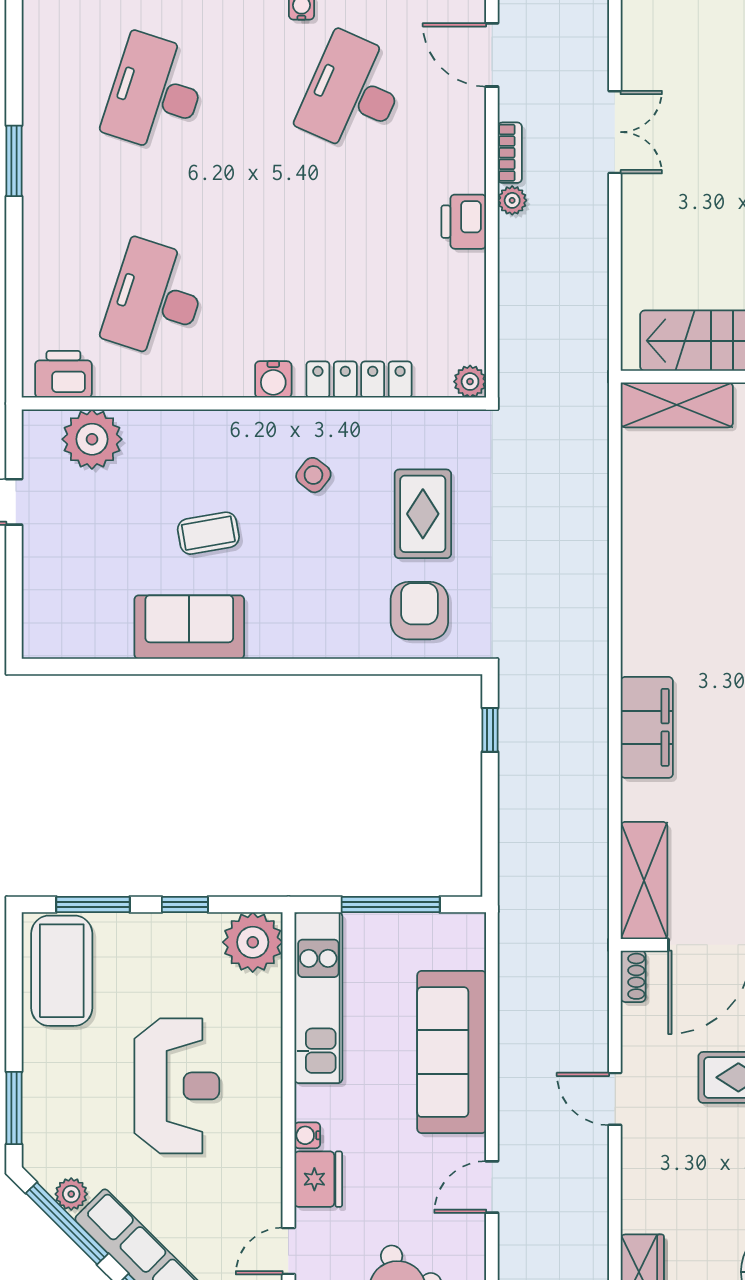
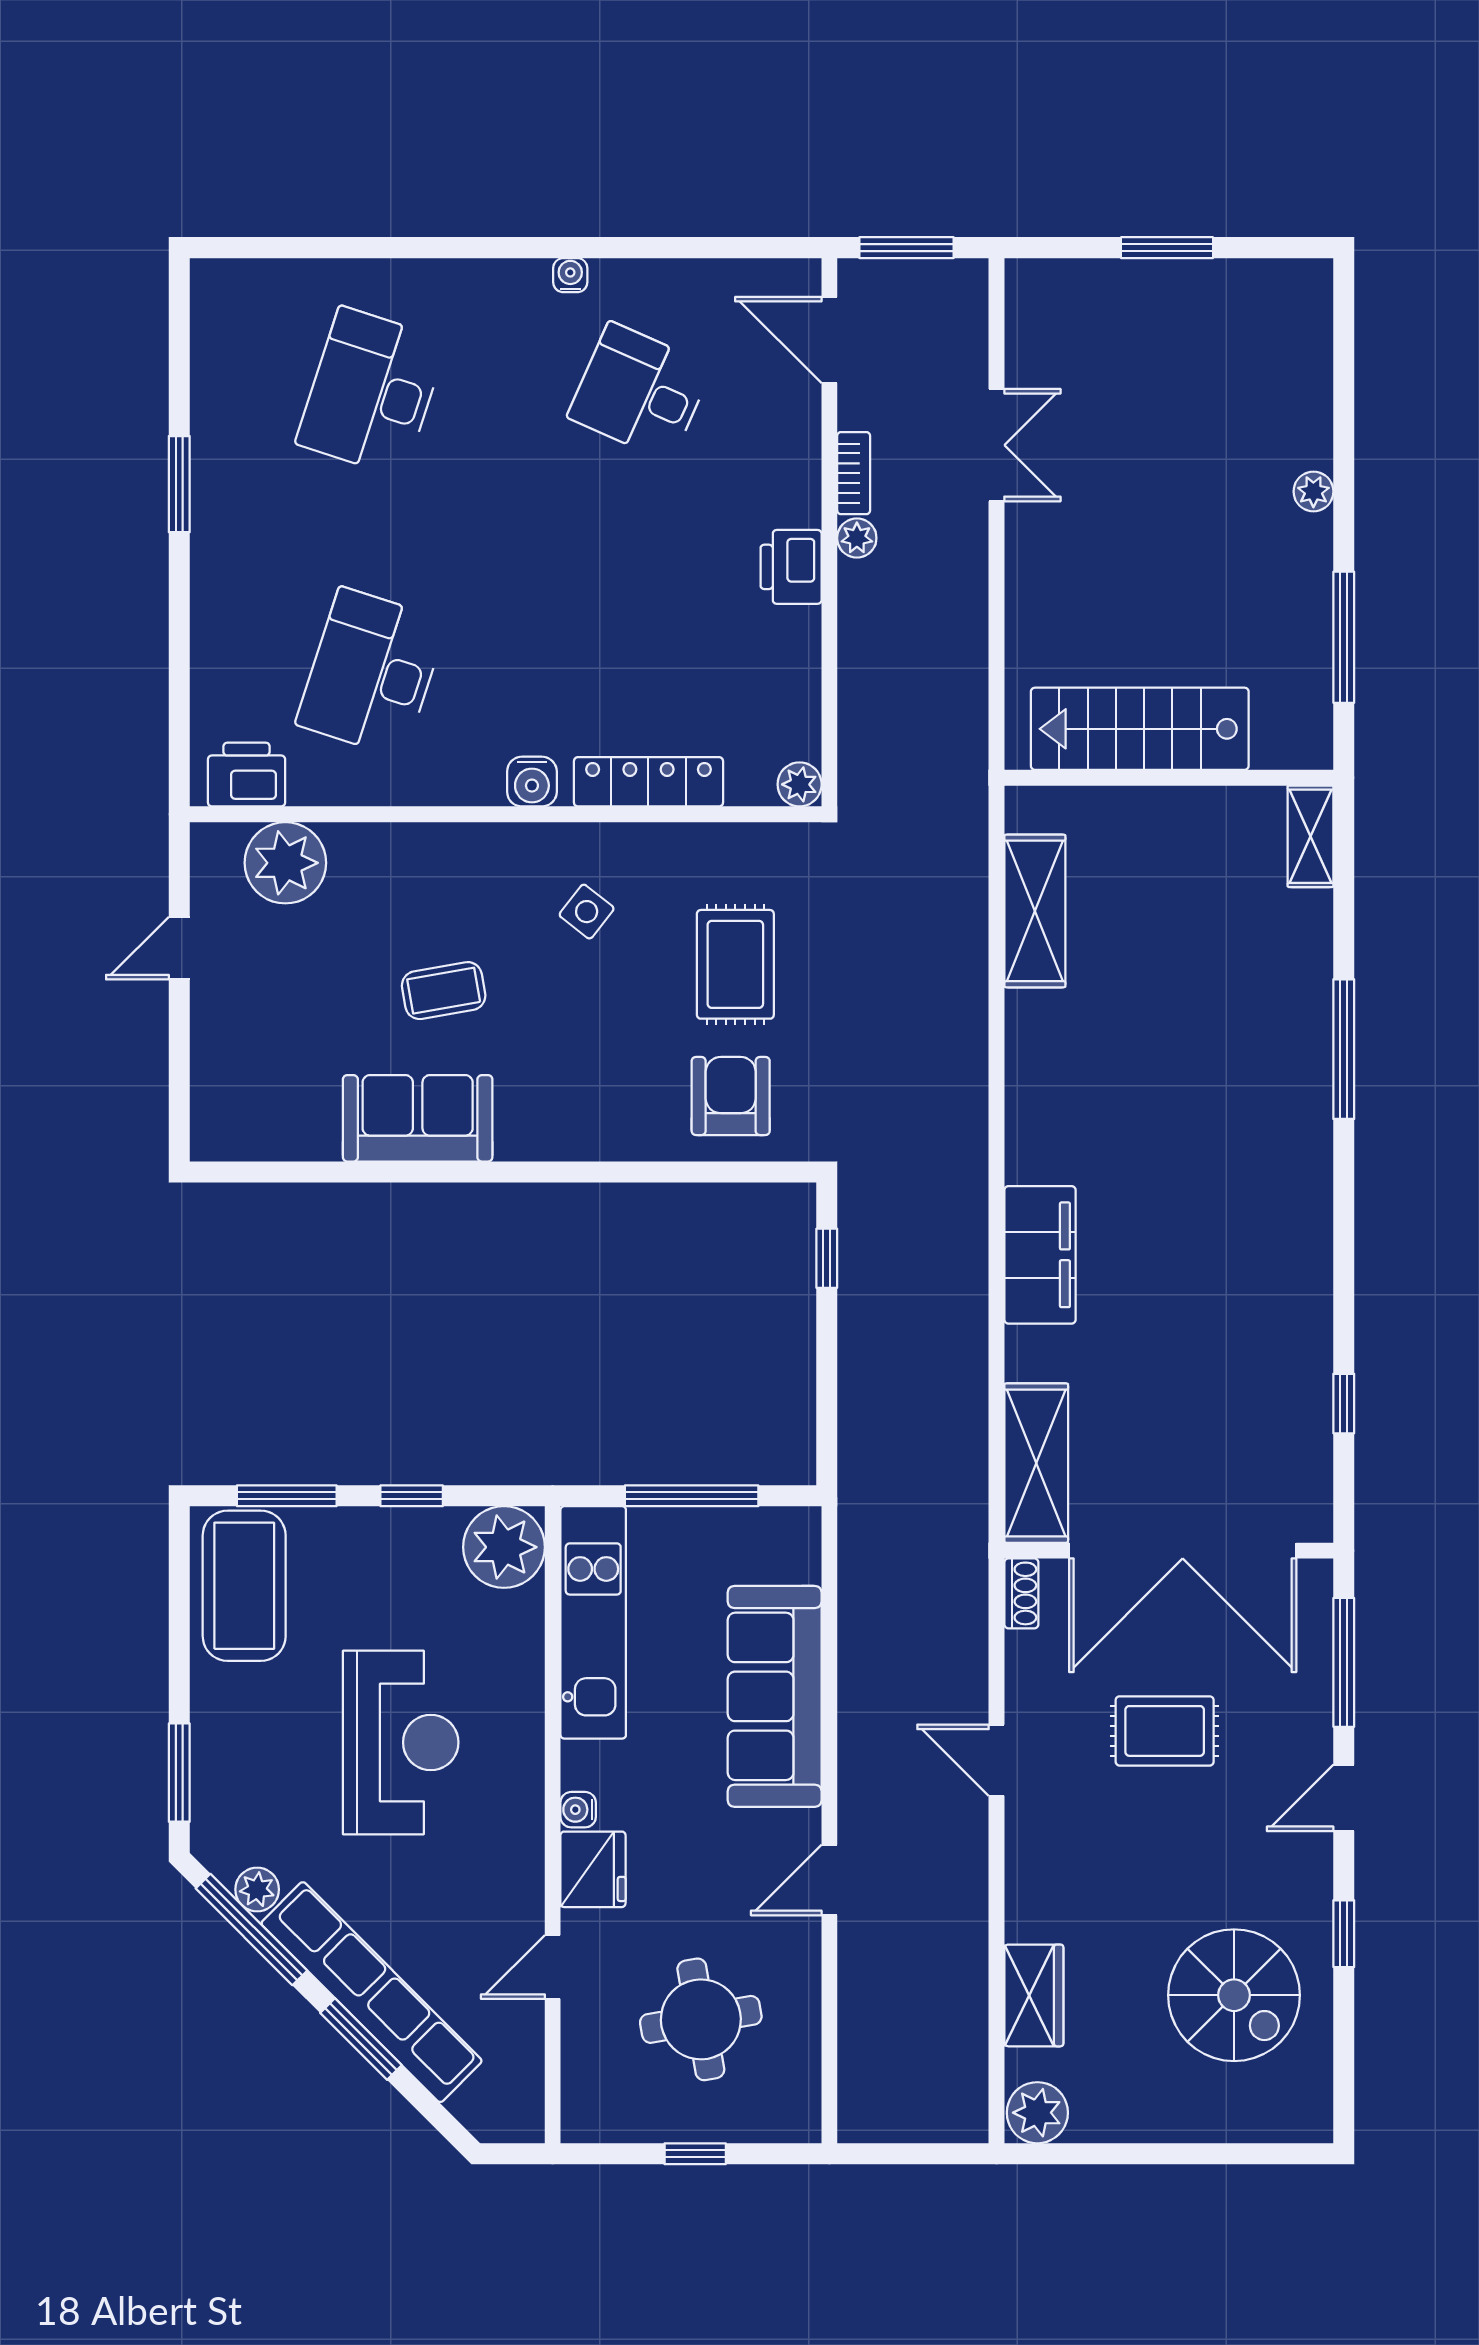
desk: (353, 93) -> (640, 392), width x0.73
shelving: (677, 405) -> (1035, 911), moved, turned 90

